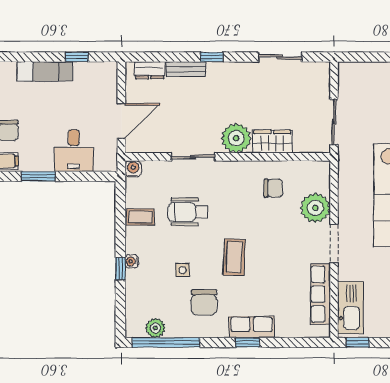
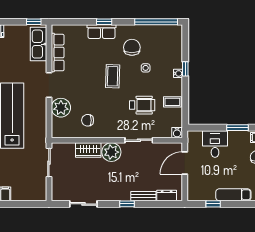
plant: (155, 328) -> (163, 31), removed

